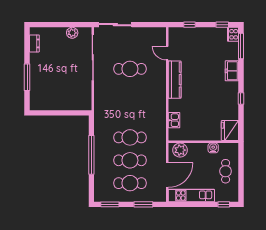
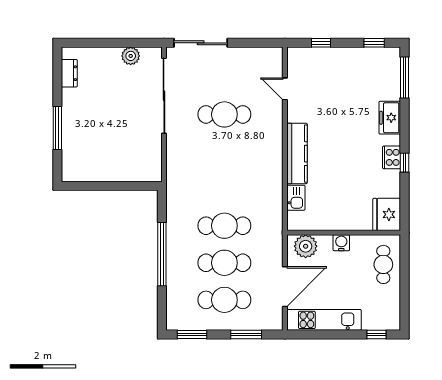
cooker: (233, 34) -> (392, 157), moved
kitchen counter: (175, 80) -> (297, 154), moved
water cooler: (213, 148) -> (341, 243), moved
cafe table: (226, 171) -> (383, 264), moved

